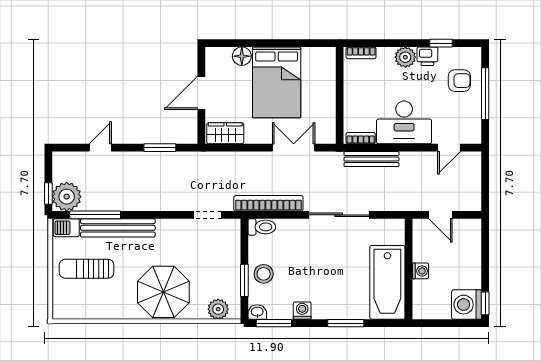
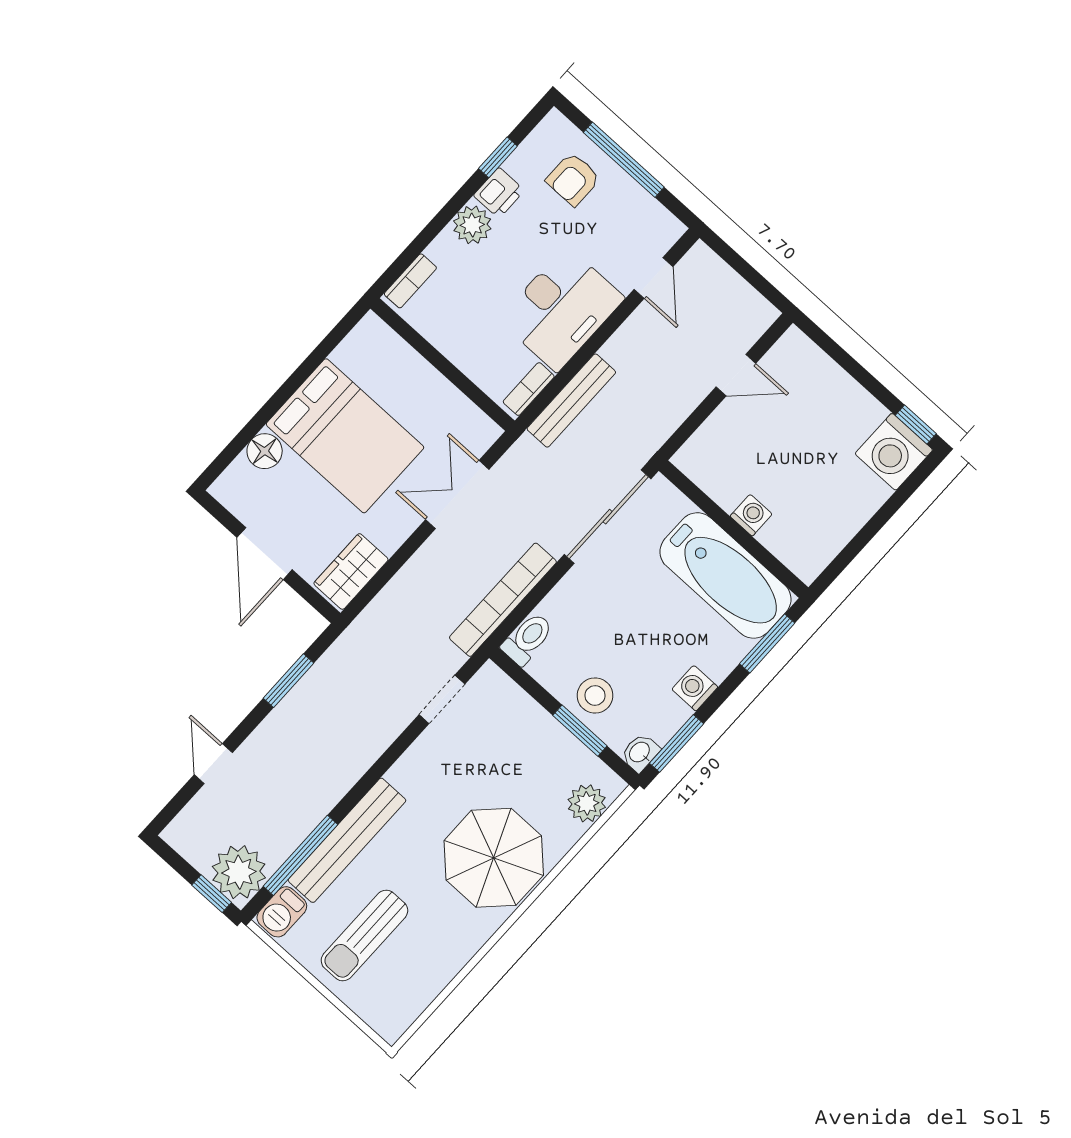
armchair: (459, 81) -> (573, 179), turned 180
wall: (409, 269) -> (734, 529), moved
washing machine: (420, 271) -> (751, 515), moved
bathtub: (387, 282) -> (725, 575), moved

